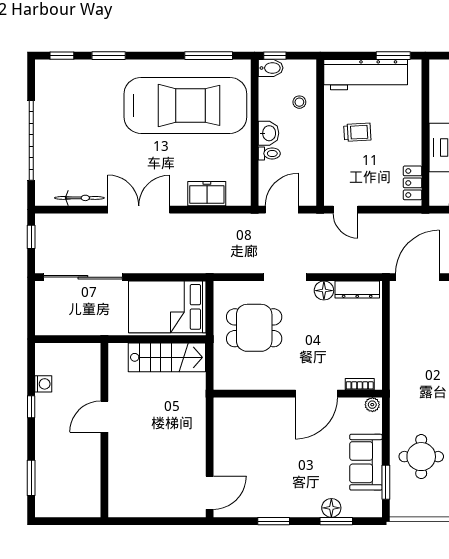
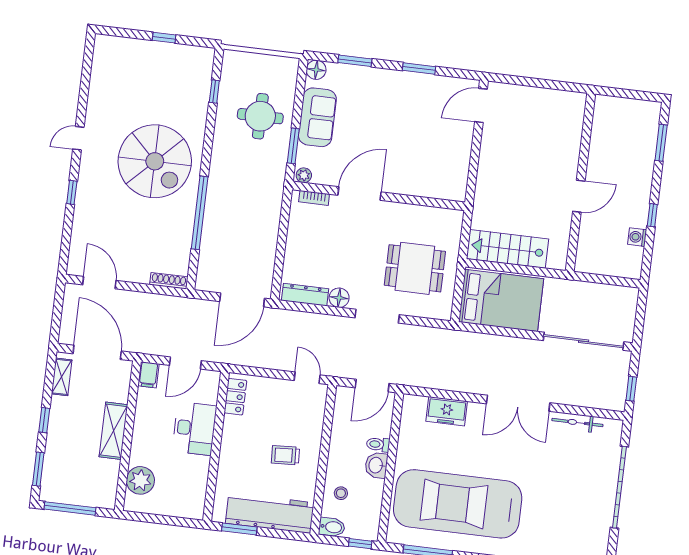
bidet: (271, 68) -> (332, 527), moved, turned 180
window: (386, 482) -> (293, 146), moved
floor lamp: (331, 508) -> (316, 70), moved

